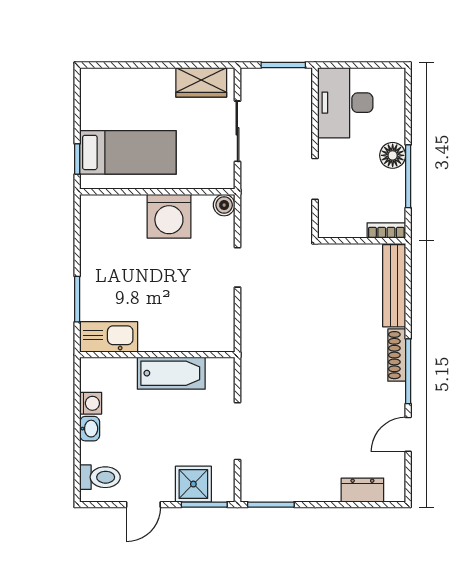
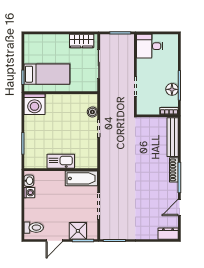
desk: (345, 103) -> (150, 46), width x0.73
floor lamp: (393, 155) -> (172, 89), moved
boiler: (224, 205) -> (92, 112), moved
washing machine: (169, 216) -> (35, 104), moved
kitchen sink: (109, 337) -> (61, 161), moved
bathtub: (171, 373) -> (81, 178), moved
washbasin: (90, 429) -> (29, 181), moved
dresser: (362, 490) -> (168, 234), moved

